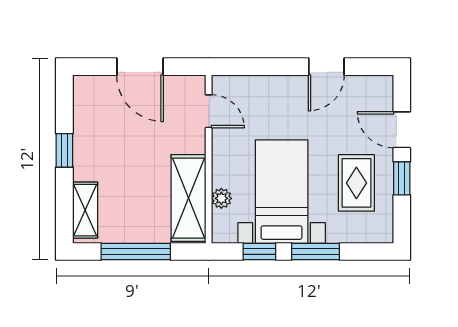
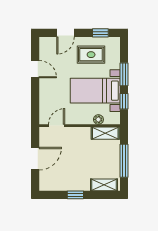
window: (402, 178) -> (100, 33), moved
shelving: (188, 198) -> (105, 133), width x0.67, depth x0.75

